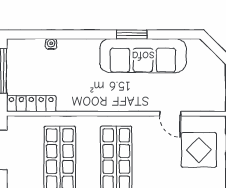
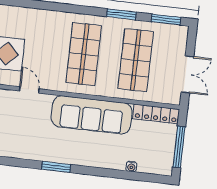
sofa: (143, 56) -> (92, 115), moved, turned 180

